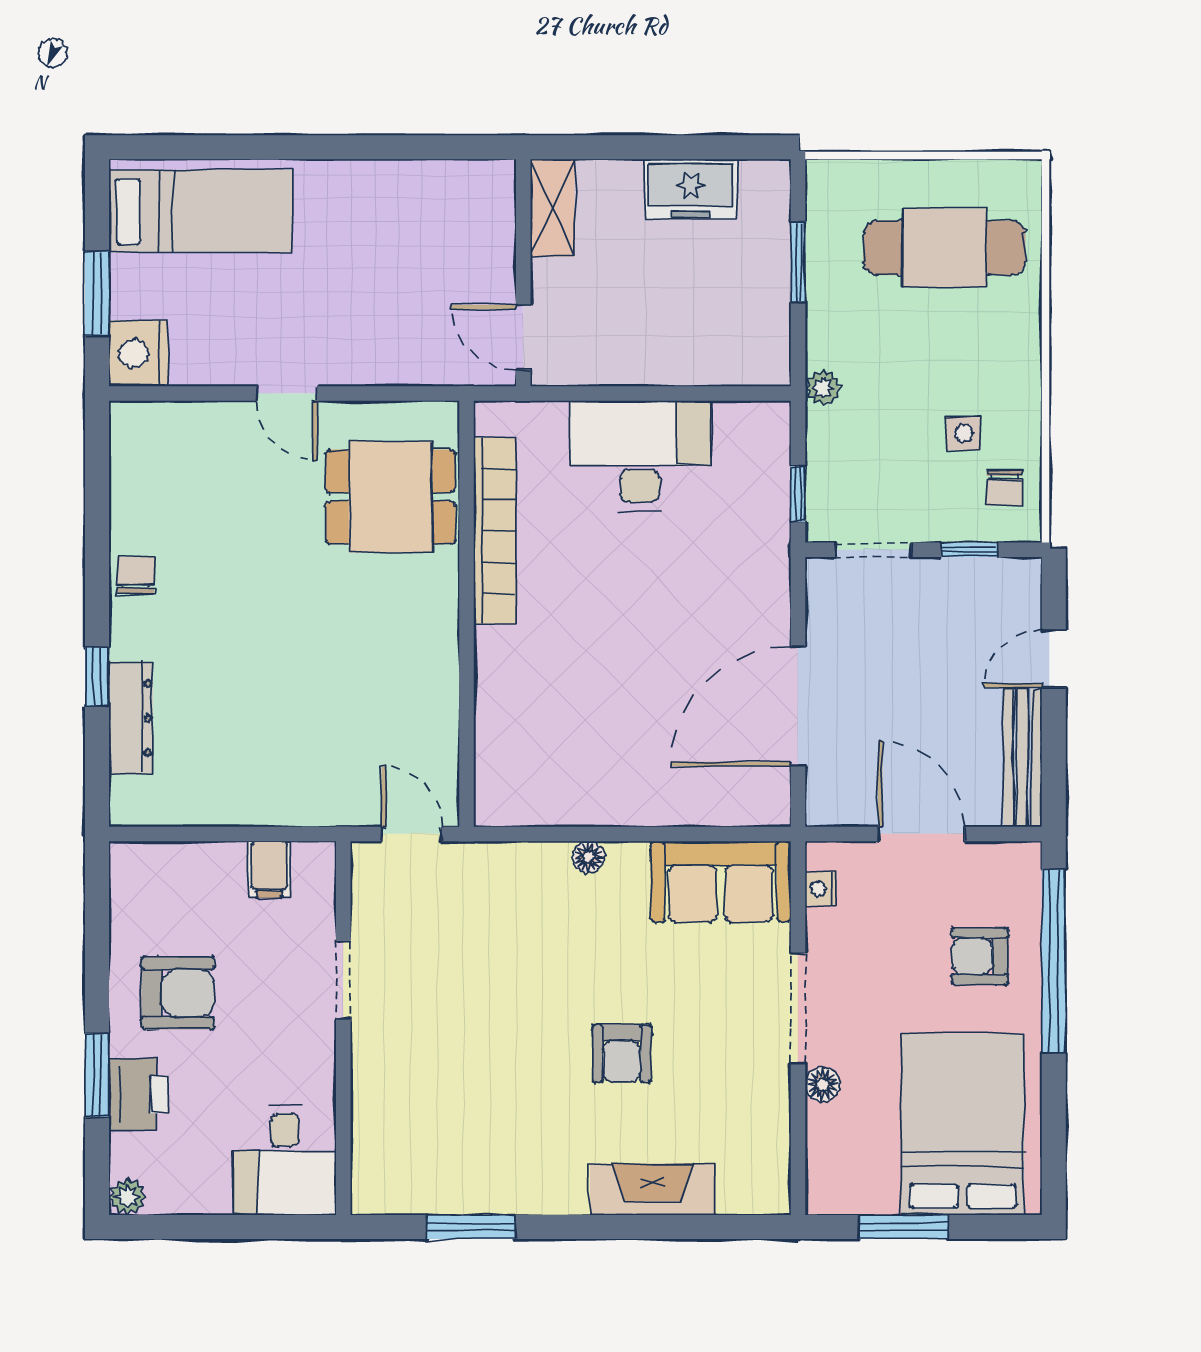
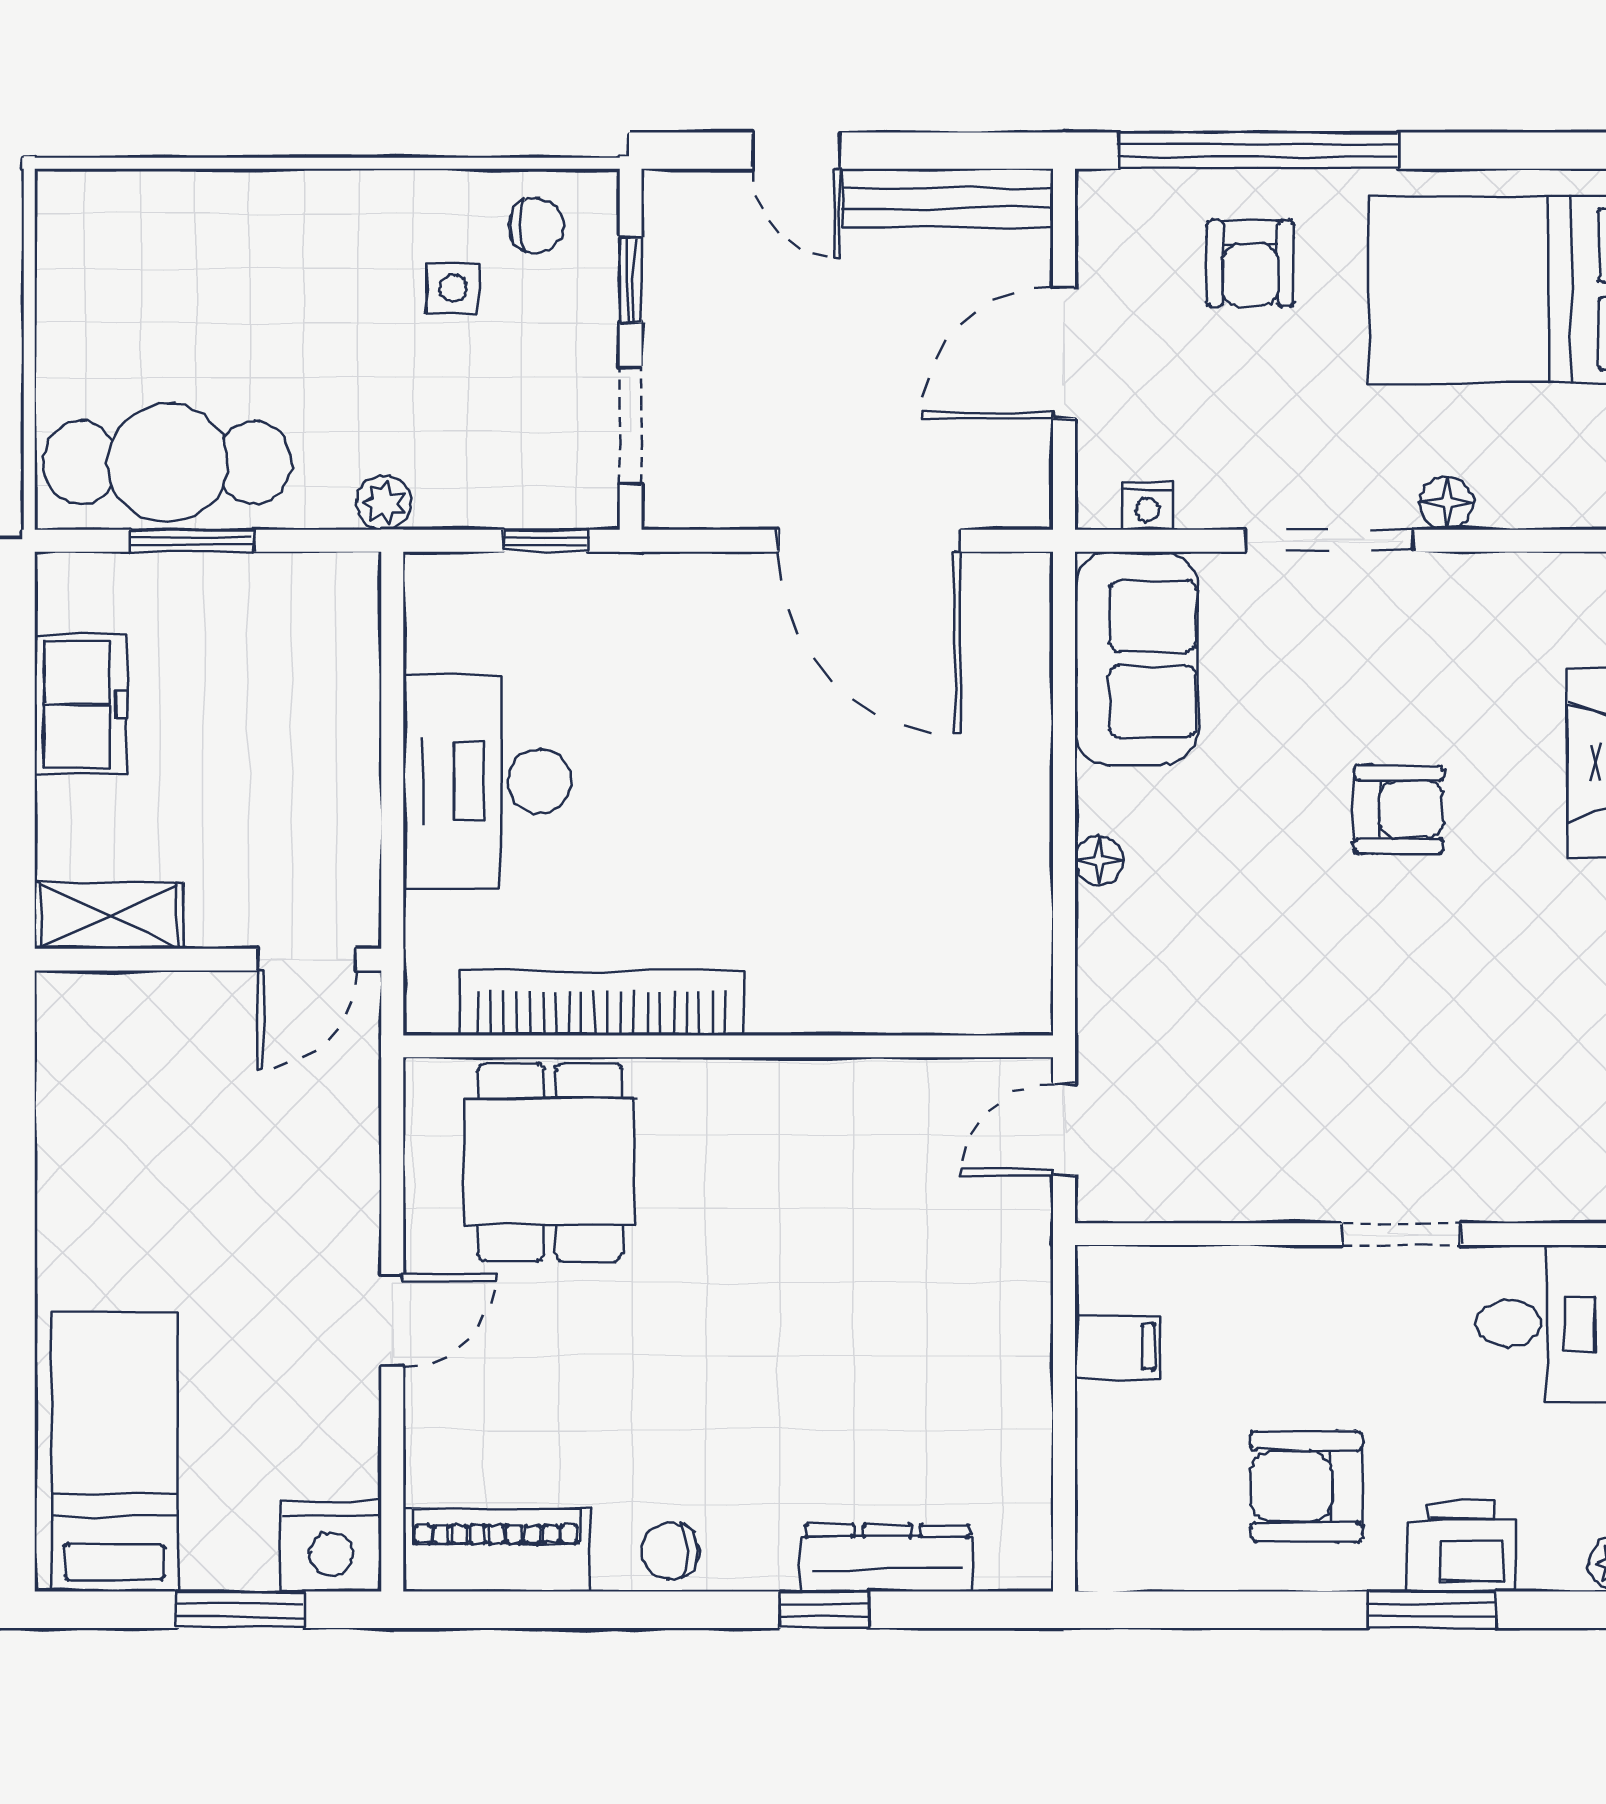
cafe table: (944, 248) -> (167, 463), moved, turned 90
piano: (136, 462) -> (496, 1550), added
doorway: (343, 980) -> (1401, 1234), moved
armchair: (178, 993) -> (1306, 1486), turned -90

